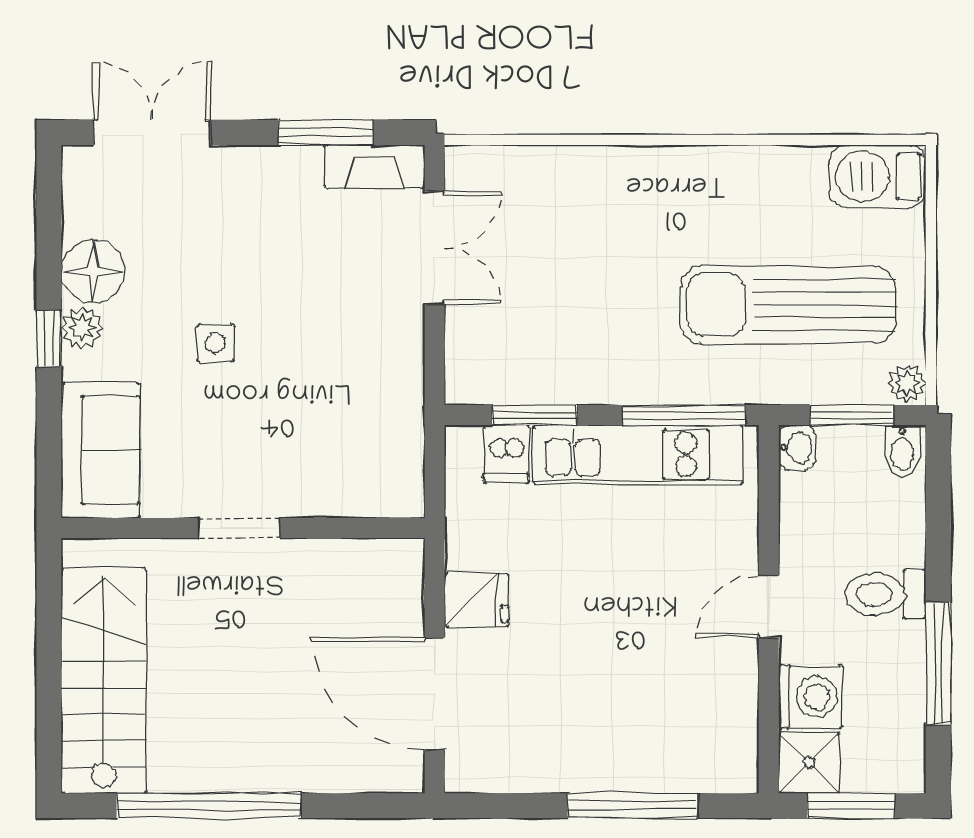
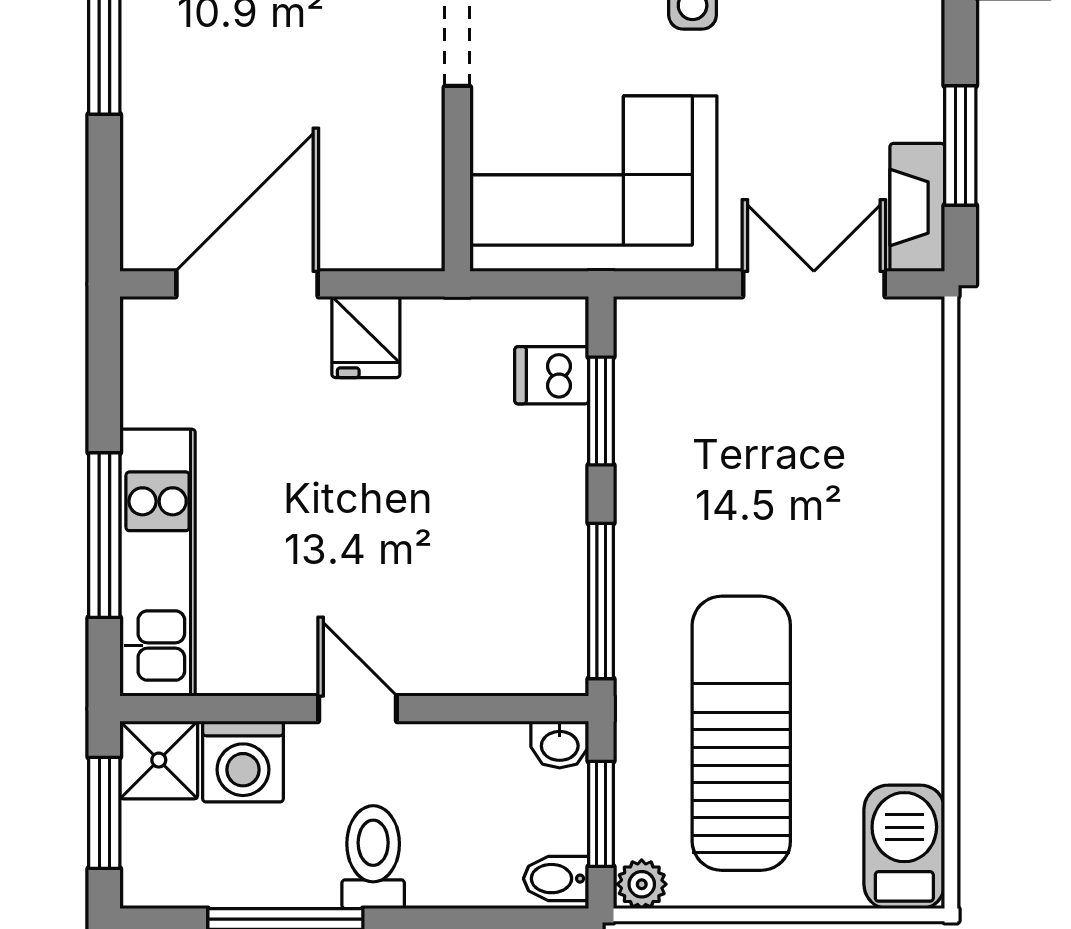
double door: (435, 248) -> (814, 284), swing flipped
corner sofa: (356, 421) -> (594, 184), added
kitchen unit: (638, 454) -> (158, 563), moved, turned 180

